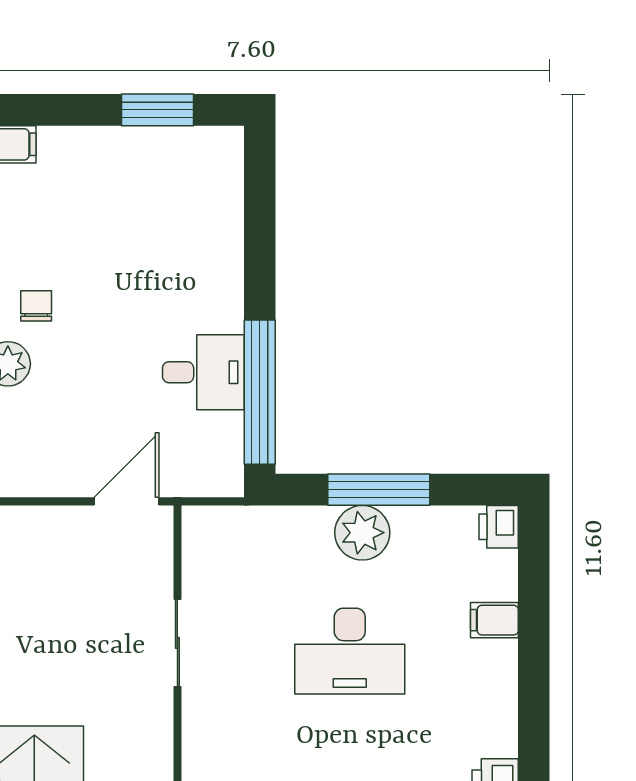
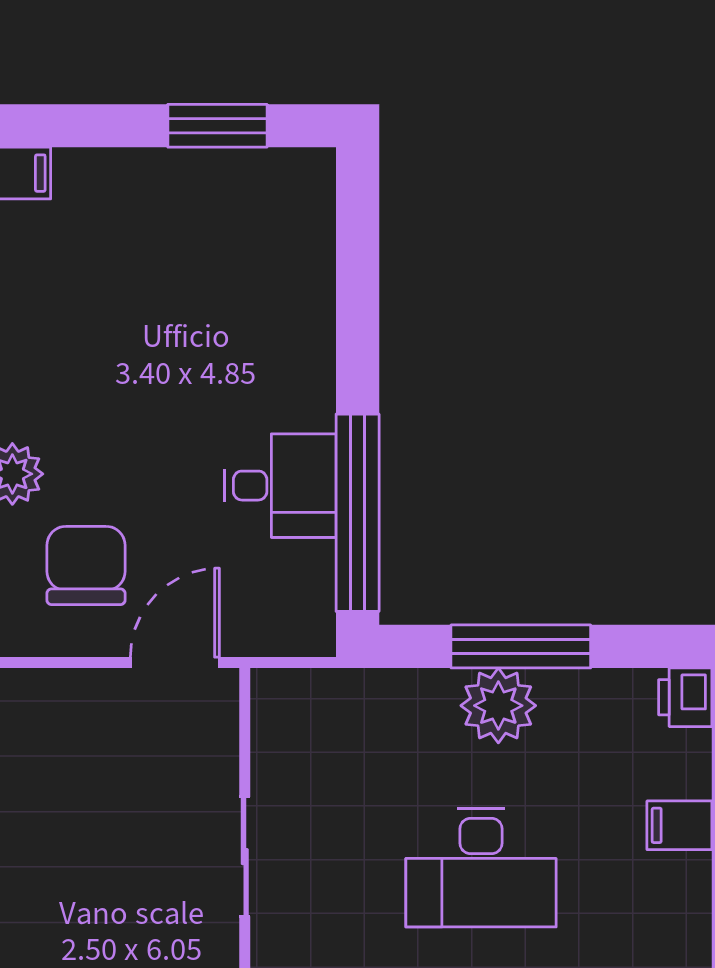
chair: (36, 306) -> (86, 565), moved, width x1.87, depth x1.87

